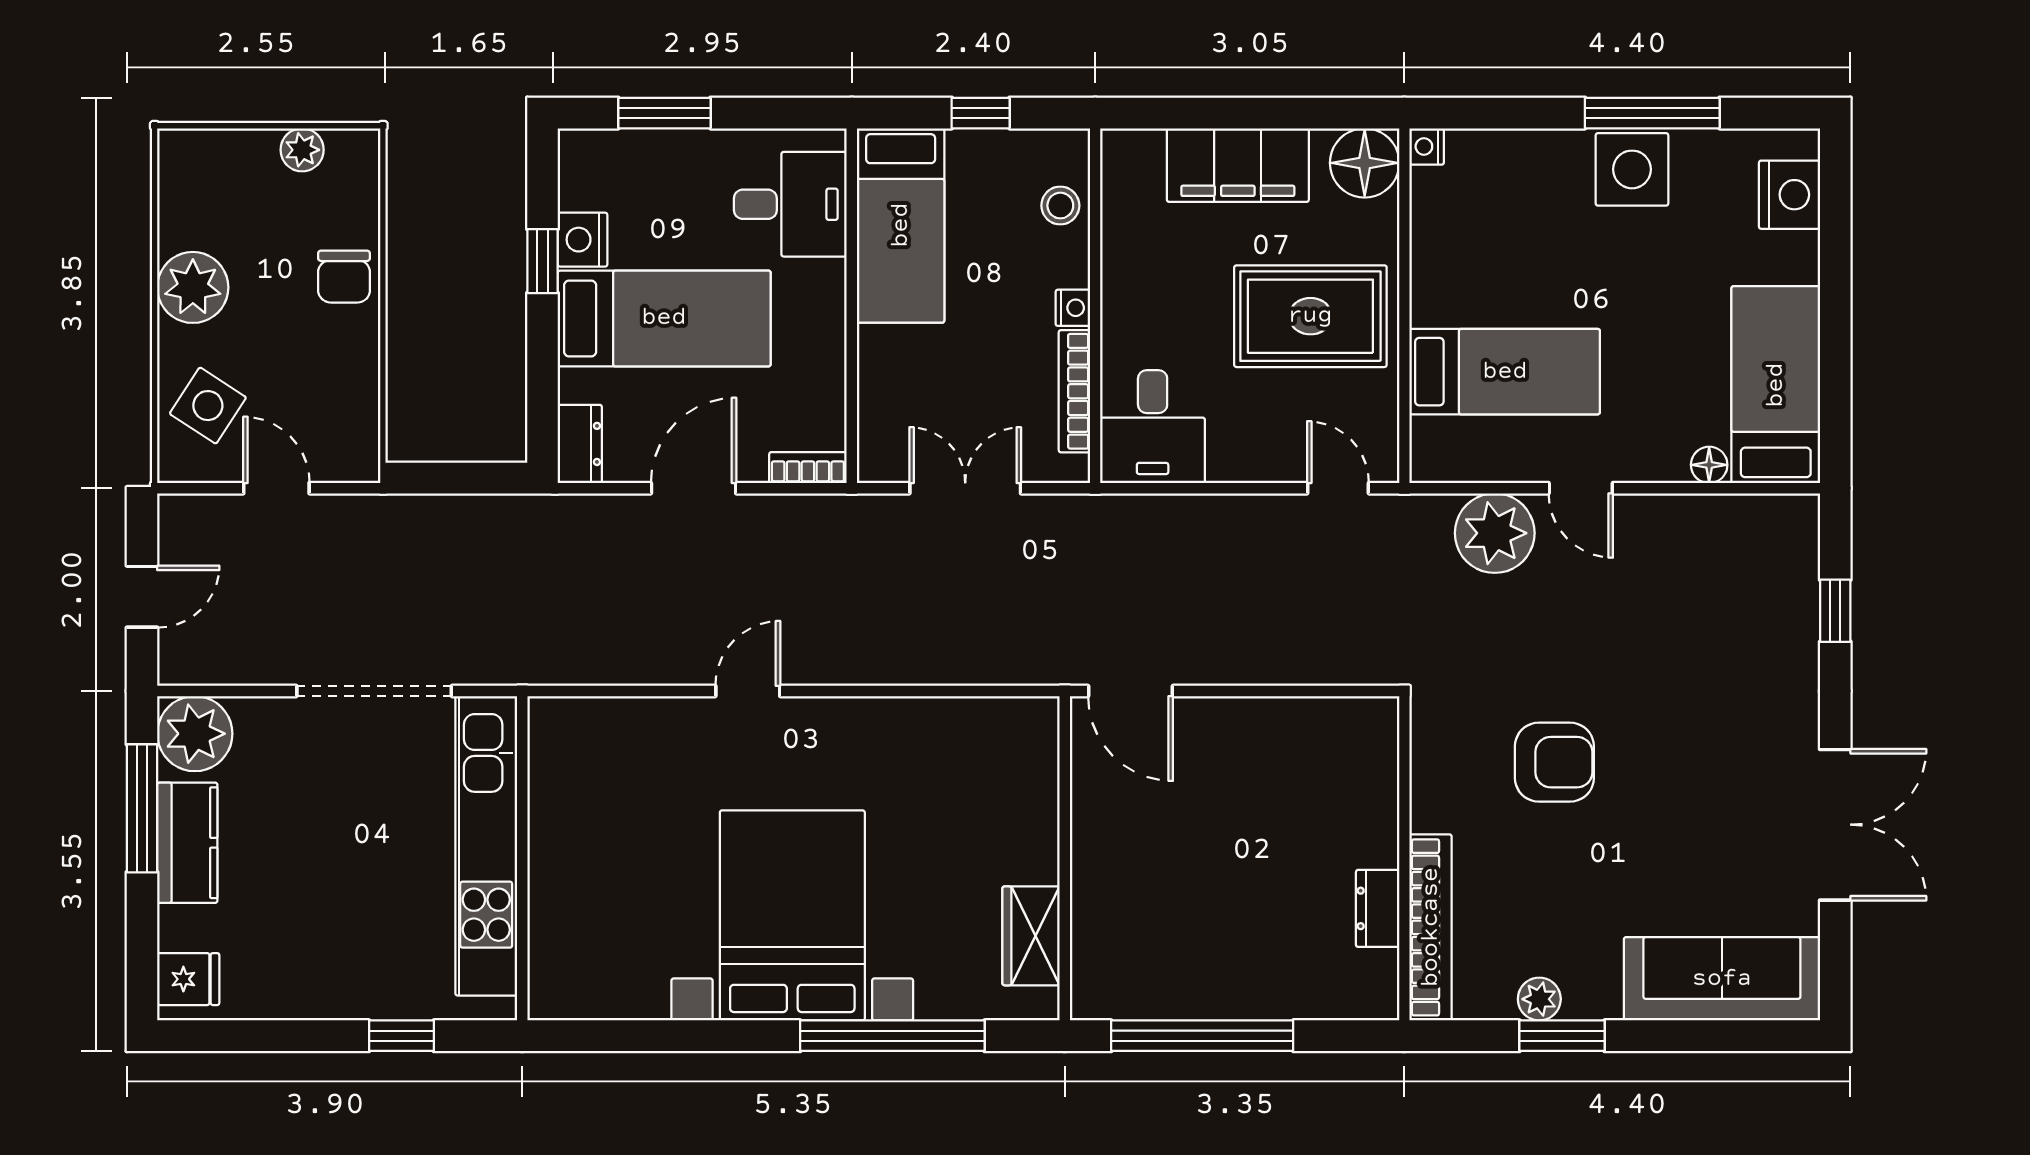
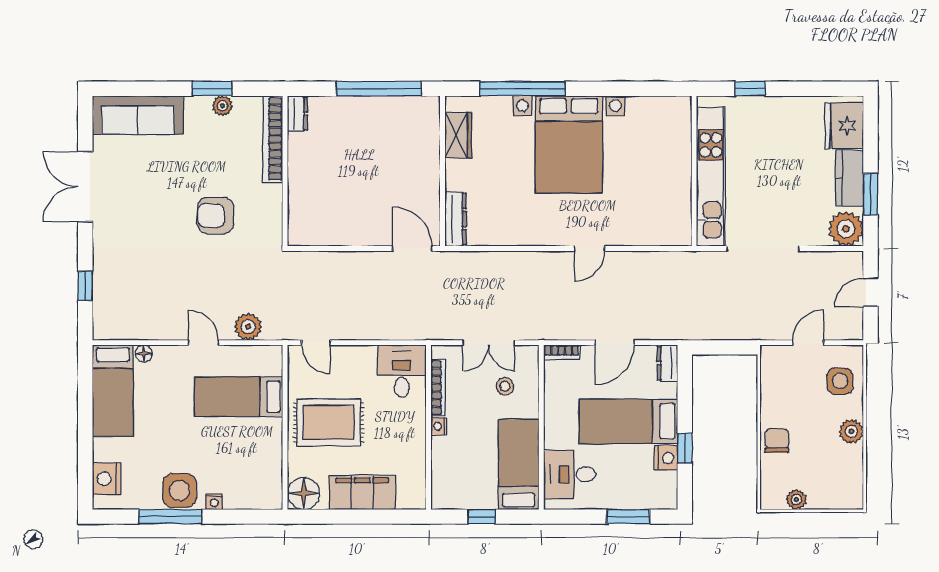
nightstand: (1427, 146) -> (214, 502), moved, turned 90
stool: (1060, 206) -> (505, 386), moved
plant: (193, 287) -> (851, 431), width x0.73, depth x0.73
side table: (208, 406) -> (840, 381), turned -33
door: (276, 488) -> (808, 343), swing flipped
plant: (1495, 533) -> (248, 327), width x0.73, depth x0.73
dresser: (1037, 755) -> (456, 219), added
window: (142, 808) -> (870, 194), width x0.69
dresser: (1378, 908) -> (297, 114), moved
fridge: (188, 979) -> (844, 126), width x1.88, depth x1.34

